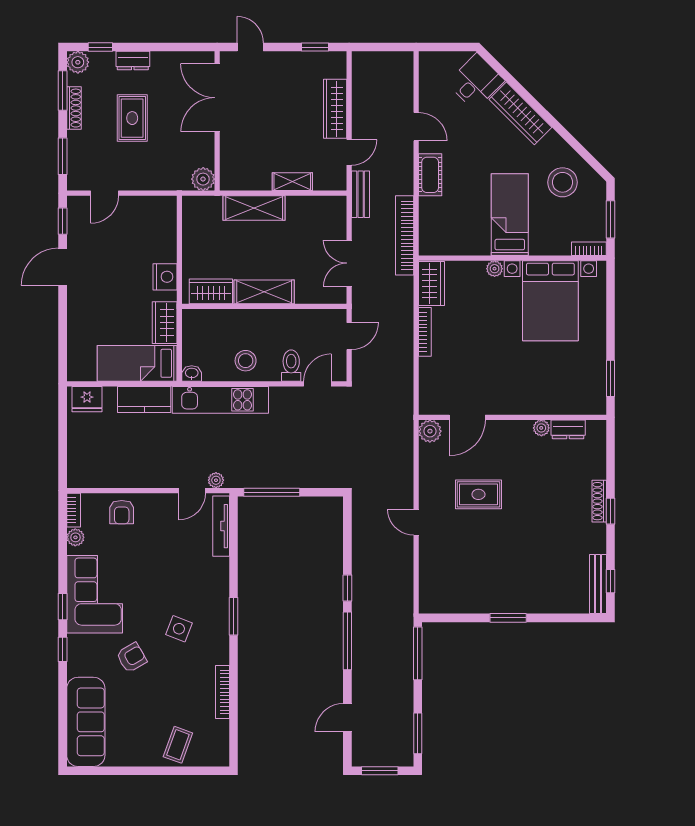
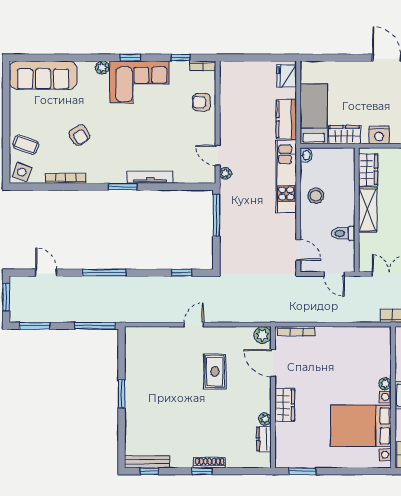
wardrobe: (431, 284) -> (285, 405), moved, turned -90
bookcase: (425, 332) -> (296, 331), moved
toilet: (291, 366) -> (343, 233), moved, turned 180
tv unit: (221, 526) -> (150, 177), moved
plant: (75, 537) -> (102, 67), moved
window: (347, 588) -> (182, 273), moved
side table: (179, 629) -> (22, 172), moved
window: (63, 649) -> (181, 58), moved
armchair: (132, 657) -> (79, 135), moved

